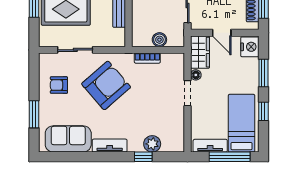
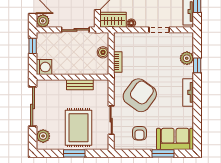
armchair: (106, 85) -> (140, 95), turned 77
doorway: (187, 93) -> (159, 30), moved
sofa: (68, 139) -> (175, 139), moved, turned 90

